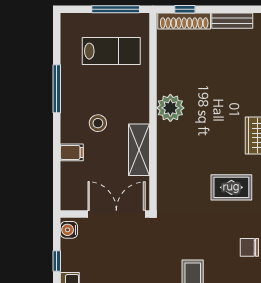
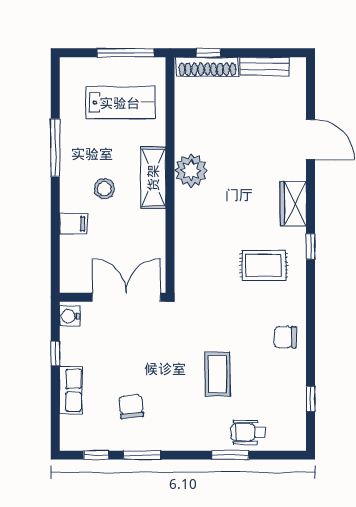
shelving: (139, 150) -> (153, 178), moved

